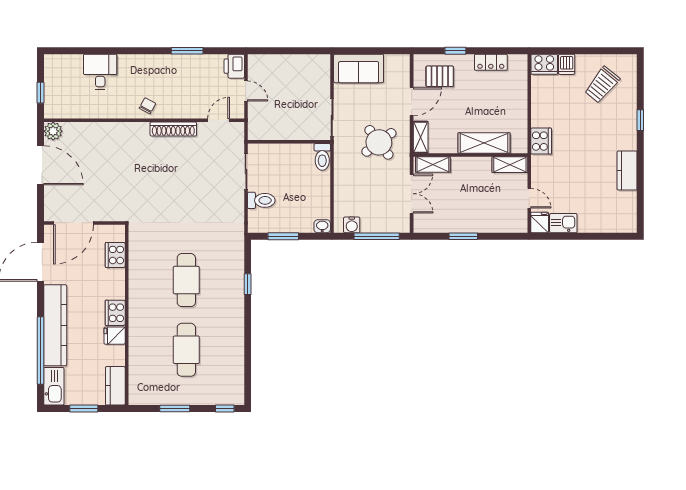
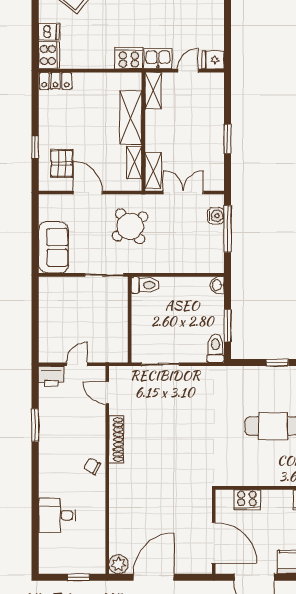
locker: (491, 62) -> (55, 81), moved, turned 90
shelving: (421, 137) -> (134, 162), moved, turned 90
toilet: (261, 200) -> (215, 348), moved
kitchen sink: (563, 223) -> (158, 59), moved, turned 90
water cooler: (352, 225) -> (216, 216), moved

